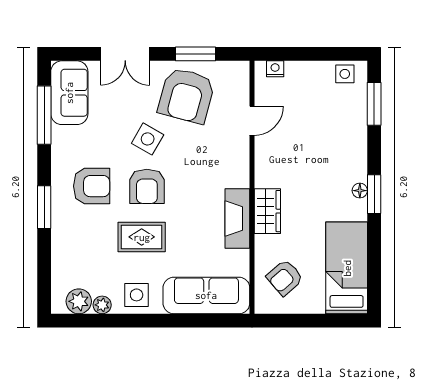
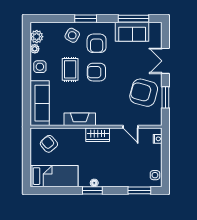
sofa: (69, 93) -> (132, 32), moved
side table: (148, 139) -> (72, 35), moved
wardrobe: (267, 211) -> (98, 135), moved

